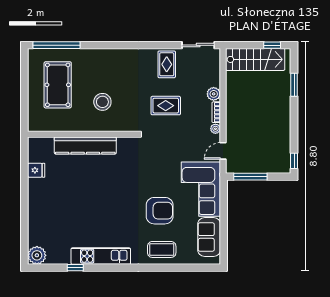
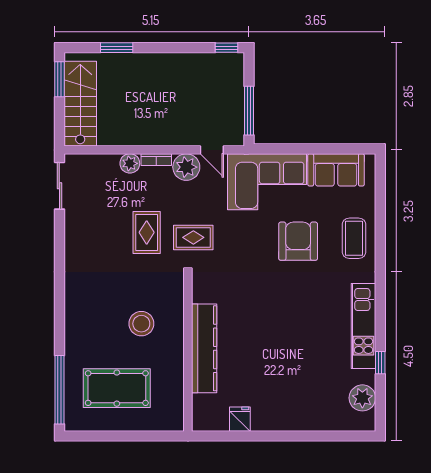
window: (272, 45) -> (59, 79), width x1.50
rug: (167, 64) -> (193, 237), moved
plant: (215, 129) -> (186, 167), width x1.88, depth x1.88
plant: (37, 255) -> (362, 398), moved

